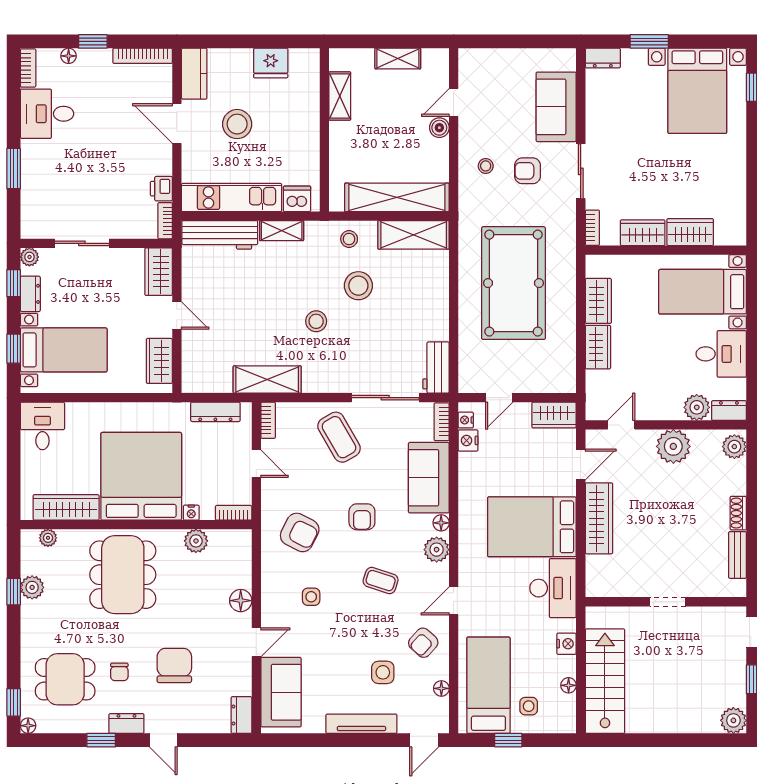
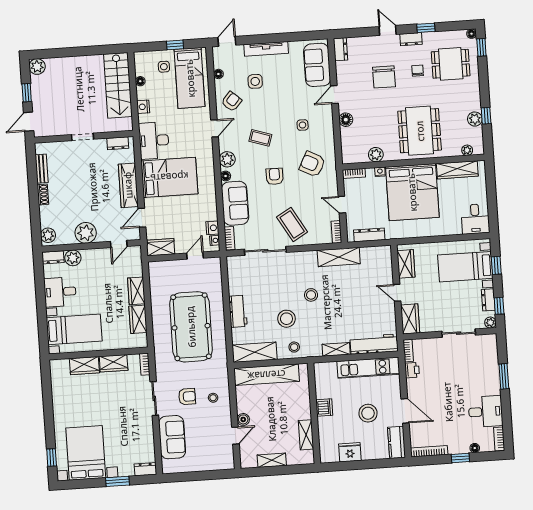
dishwasher: (297, 199) -> (324, 407), moved, turned -90
workbench: (436, 368) -> (238, 311), moved
dresser: (612, 588) -> (118, 143), added

